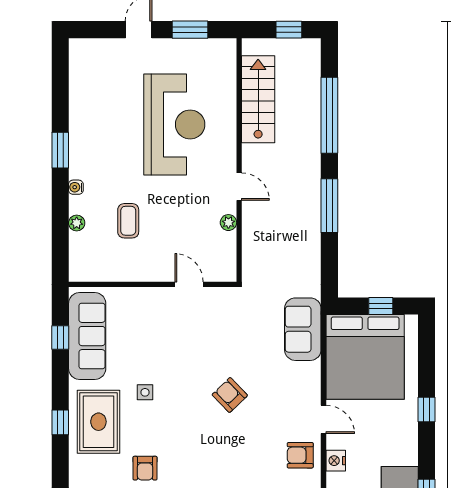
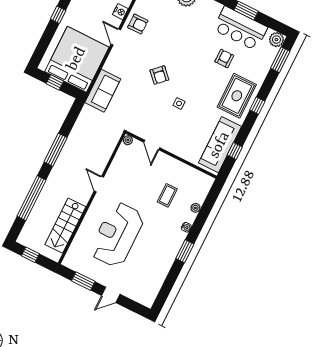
plant: (228, 223) -> (128, 140), moved
side table: (145, 392) -> (179, 103), moved

